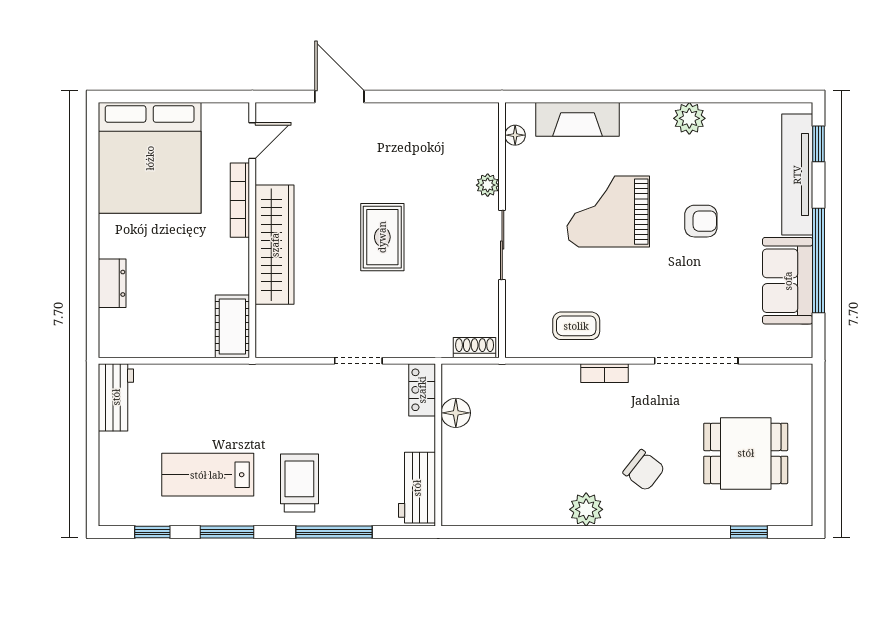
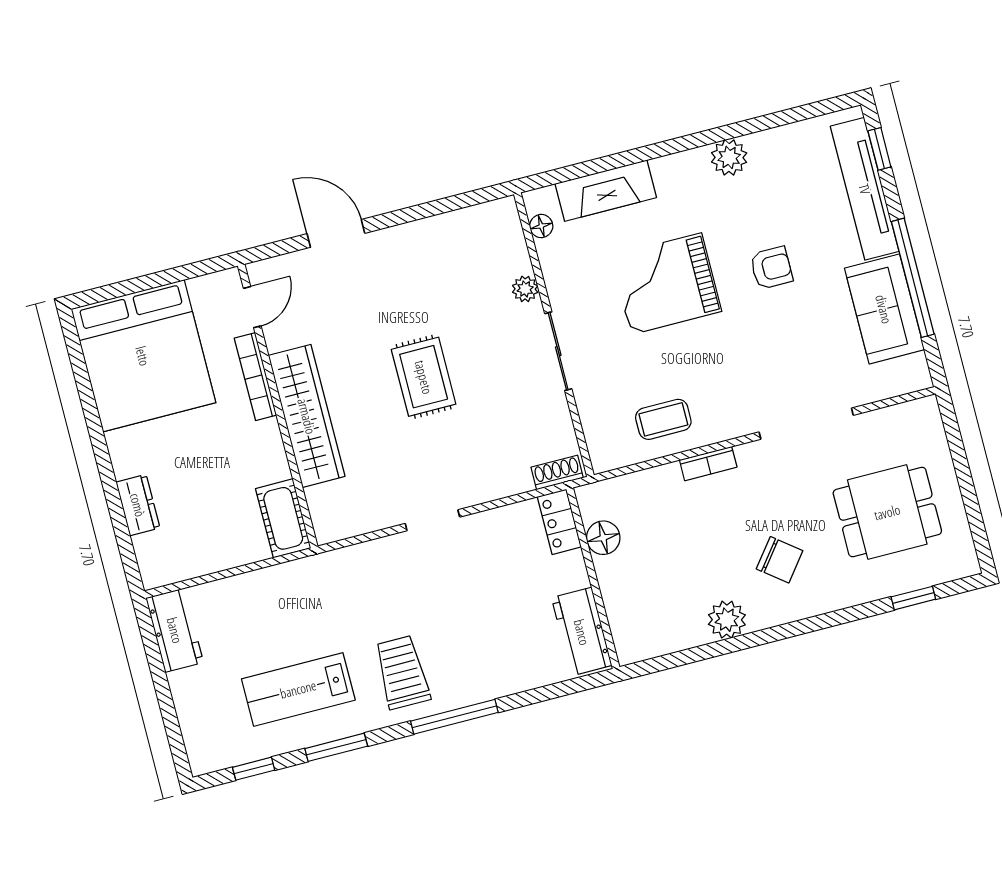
locker: (422, 390) -> (559, 522), moved
floor lamp: (456, 413) -> (603, 538), moved
wall: (438, 445) -> (593, 578), moved
workbench: (417, 488) -> (582, 632), moved

